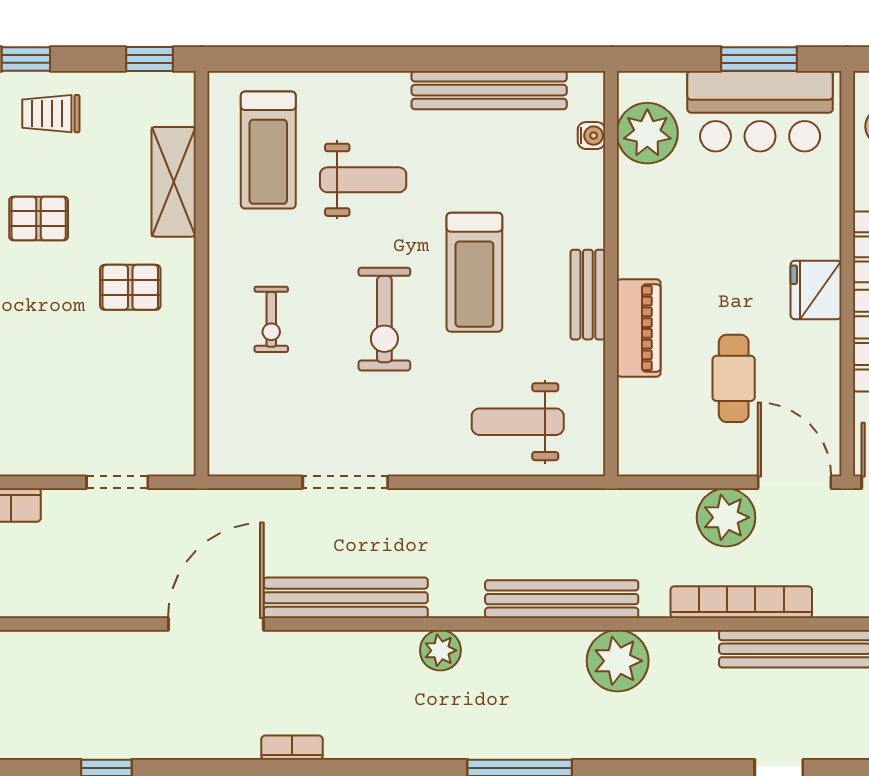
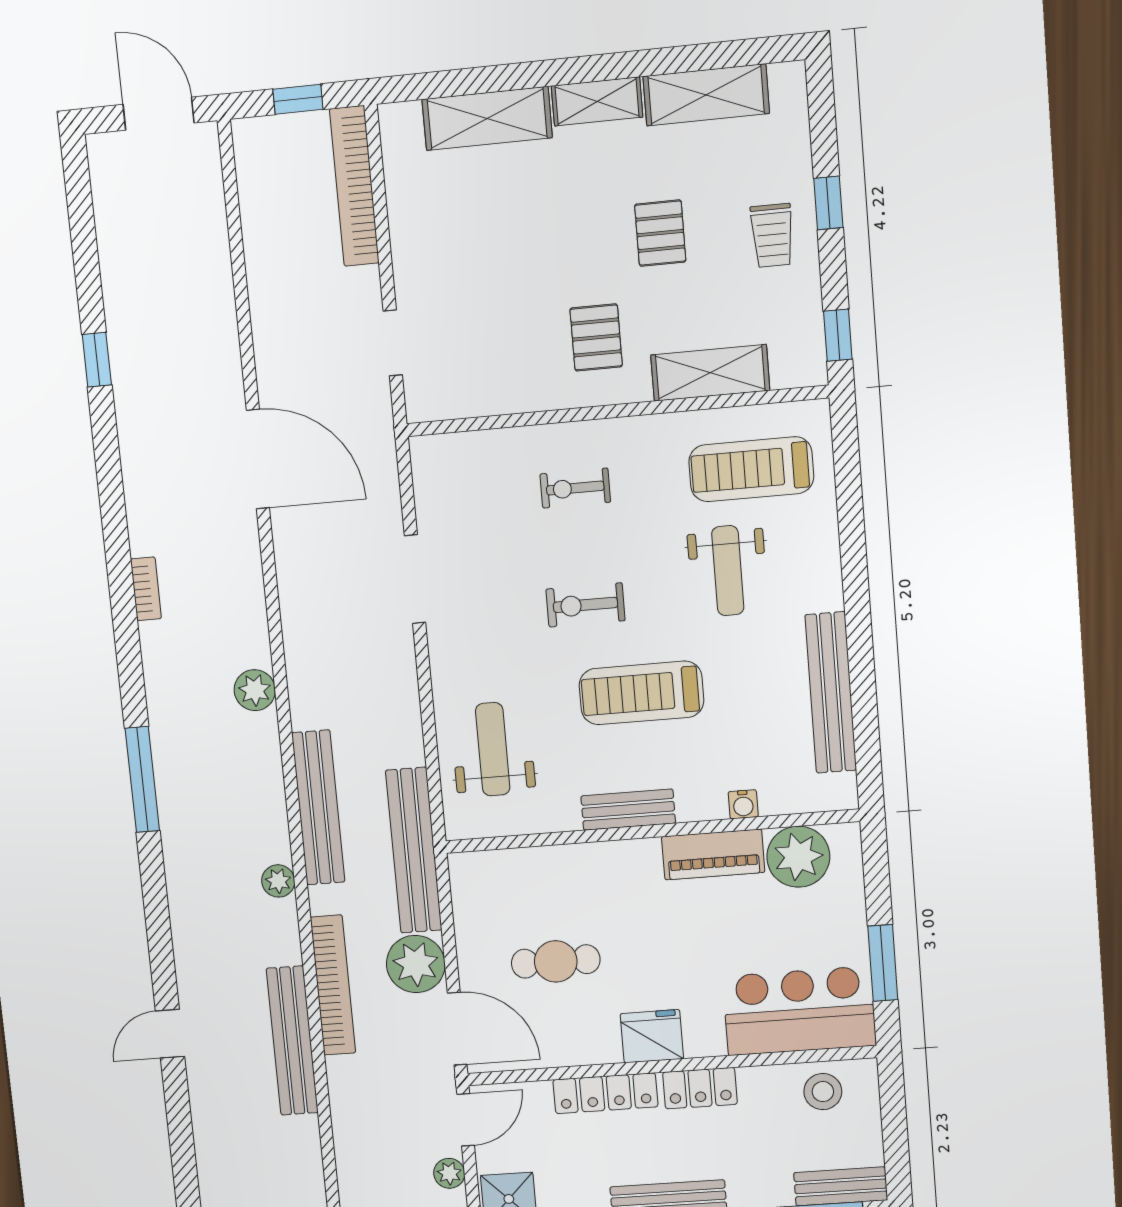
bar counter: (760, 111) -> (799, 1011), moved, turned 90
trolley: (51, 114) -> (772, 235), turned 180
water cooler: (591, 136) -> (743, 804), moved
exercise bike: (384, 319) -> (585, 605), width x0.73, depth x0.72
piano: (639, 328) -> (713, 854), moved
door: (794, 482) -> (457, 1029), hinge flipped
bench: (346, 598) -> (414, 850), moved
plant: (618, 661) -> (278, 881), width x0.53, depth x0.53
bookcase: (292, 748) -> (146, 589), moved

